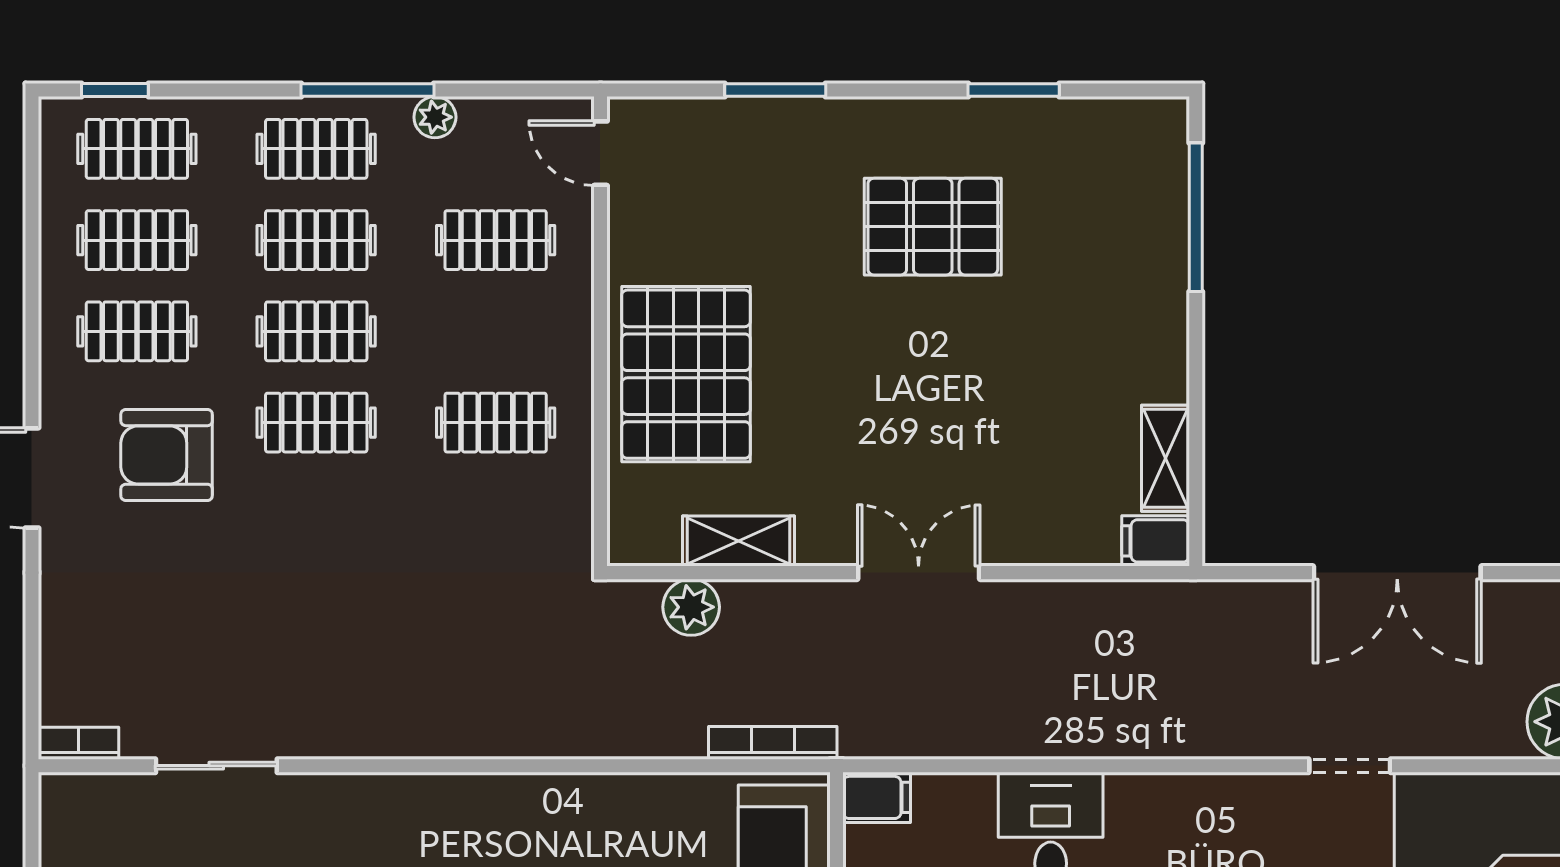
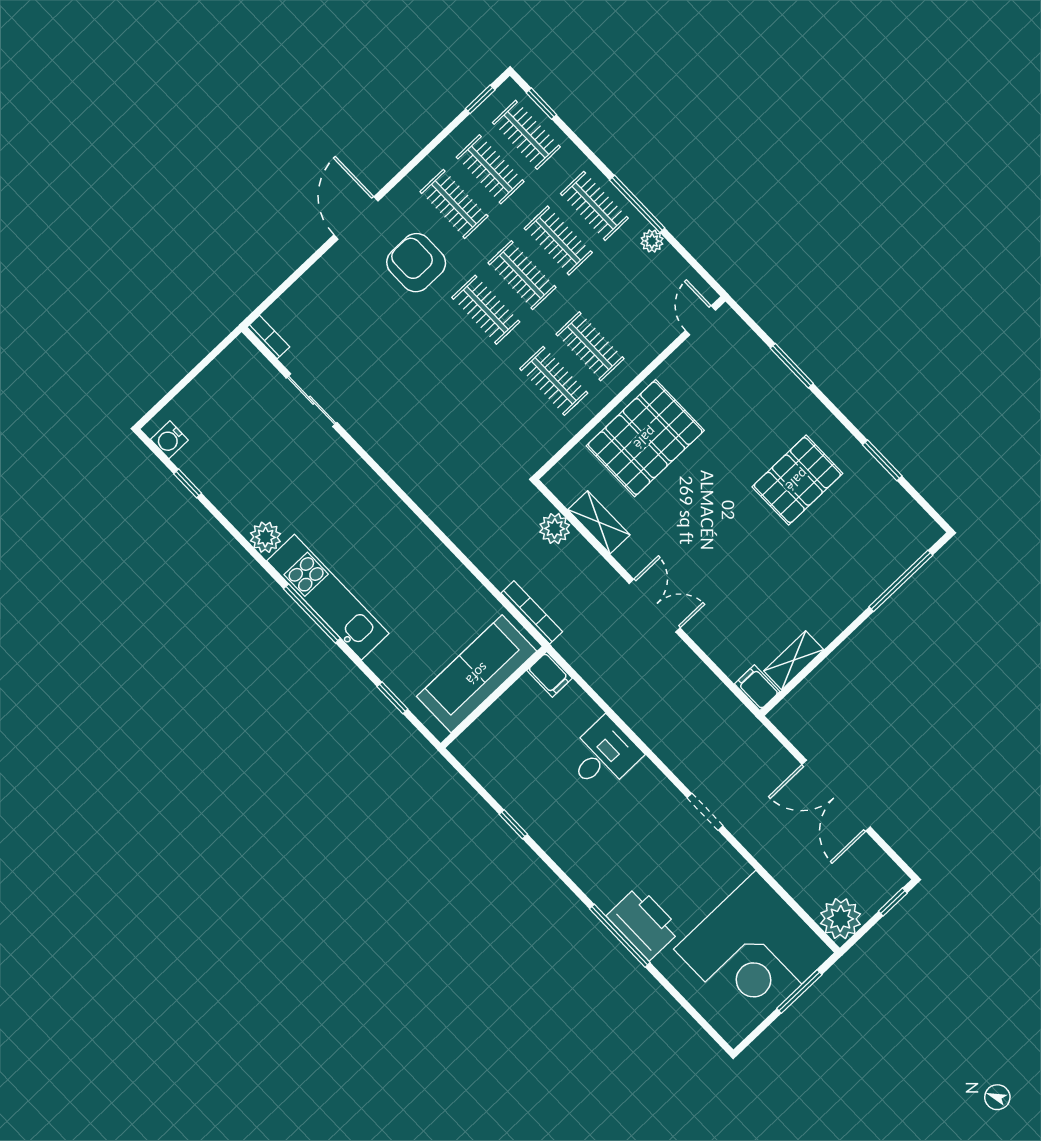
window: (32, 165) -> (480, 99), added
pallet: (933, 227) -> (797, 480), turned 90
clothes rail: (496, 240) -> (590, 346), moved
doorway: (1350, 766) -> (705, 812), moved

